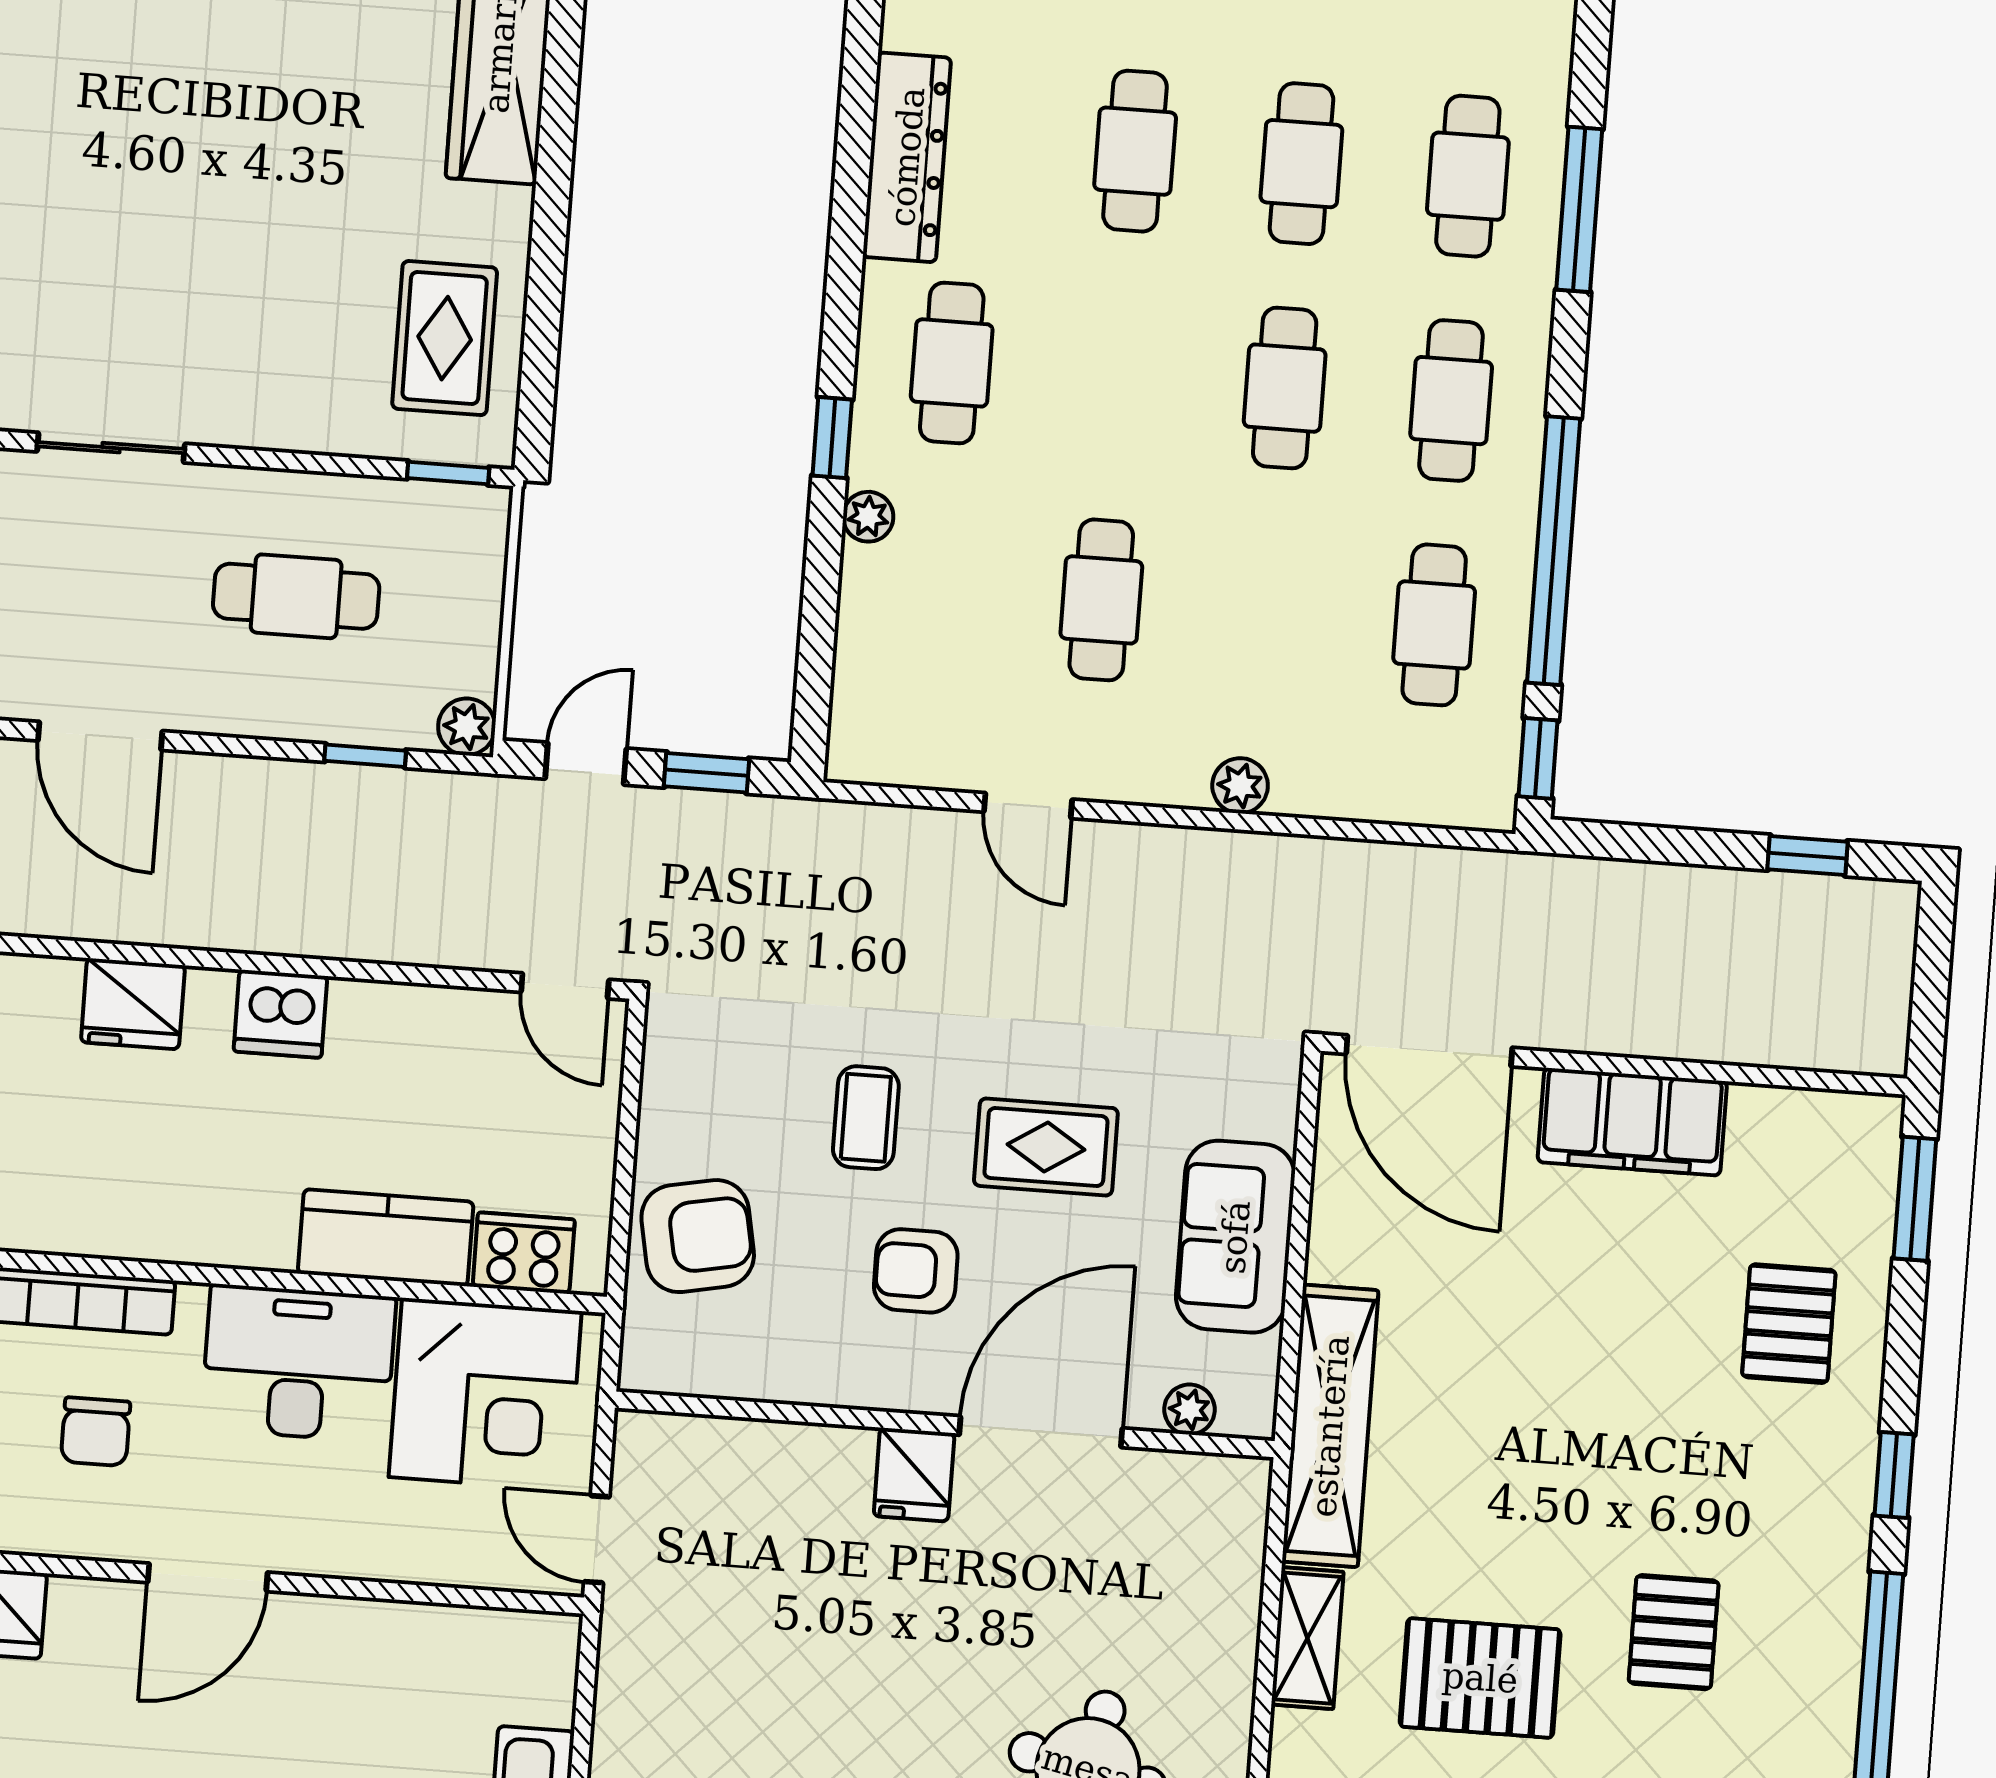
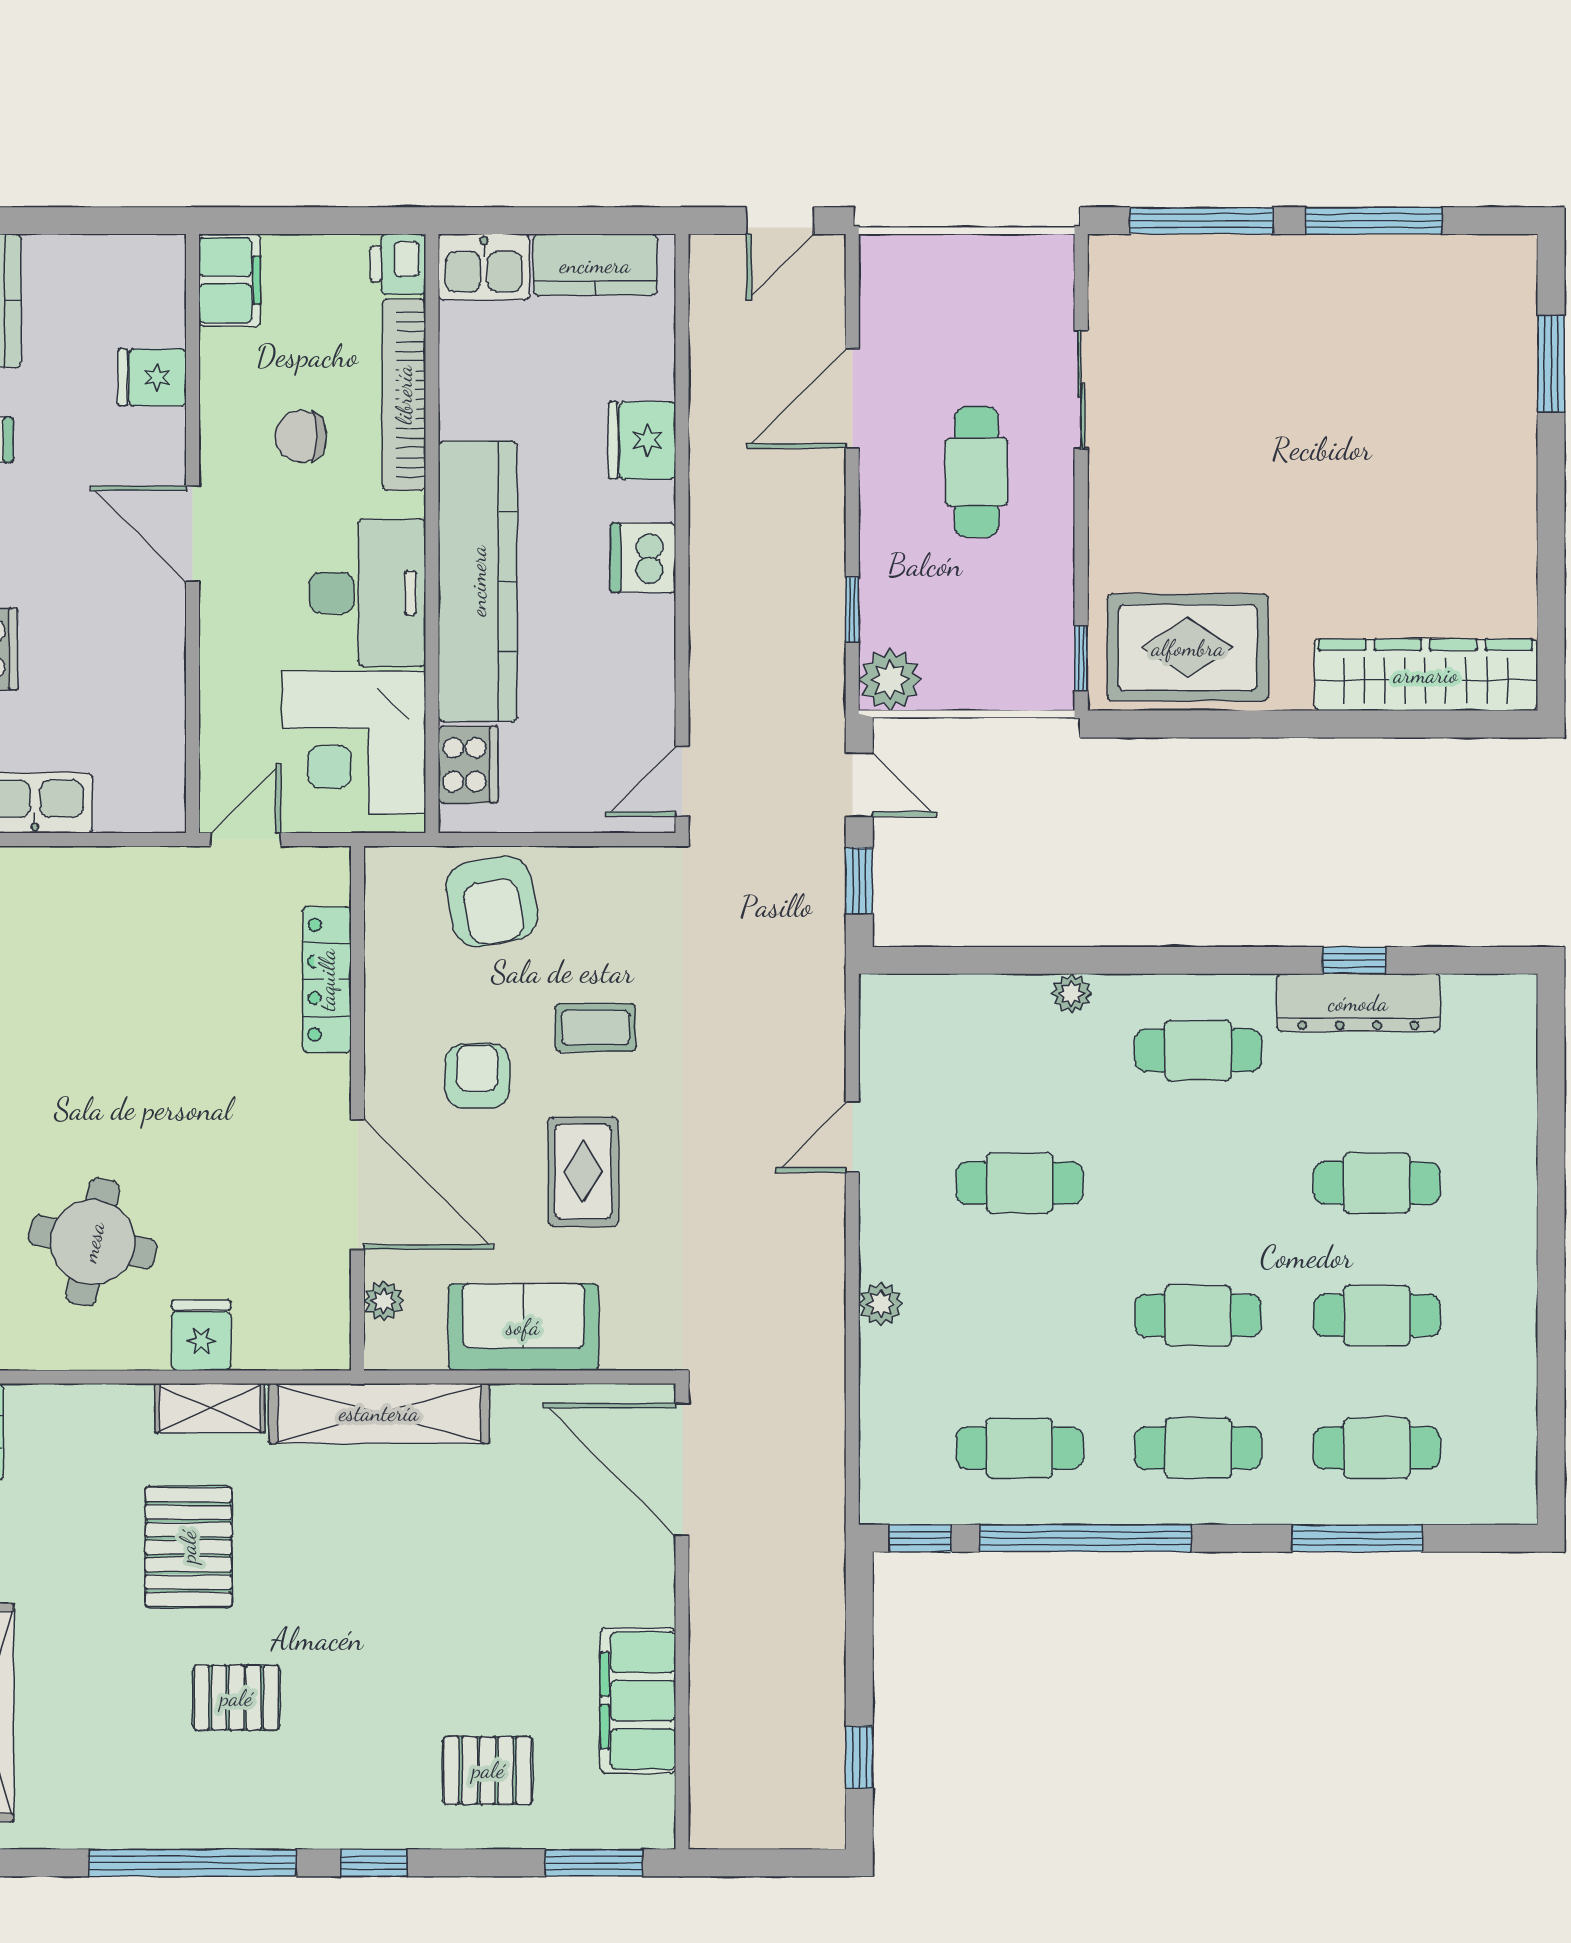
rug: (445, 338) -> (1188, 648), width x1.36, depth x1.43
window: (832, 438) -> (1354, 960), moved
cafe table: (296, 596) -> (977, 472), moved
plant: (467, 727) -> (890, 680), width x1.38, depth x1.38
door: (1429, 1051) -> (682, 1469), hinge flipped
filing cabinet: (1632, 1122) -> (638, 1701), moved
kitchen counter: (386, 1238) -> (478, 581), width x2.08, depth x1.17
locker: (781, 1451) -> (327, 980), added
fridge: (914, 1475) -> (201, 1335), moved, turned 90

